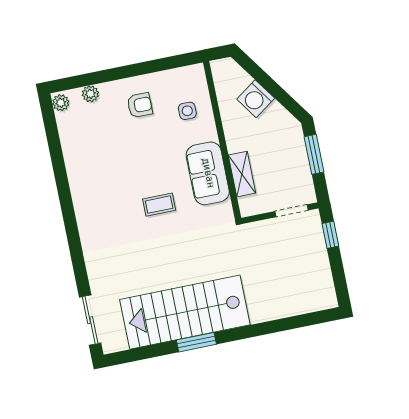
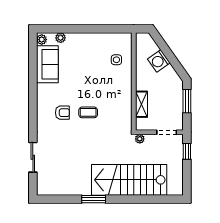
armchair: (140, 105) -> (62, 113), moved
sofa: (208, 173) -> (47, 64), moved, turned 180
plant: (250, 230) -> (140, 139), added
stairs: (185, 312) -> (129, 180), moved
sliding door: (90, 320) -> (33, 157), moved

